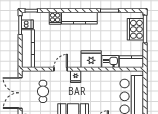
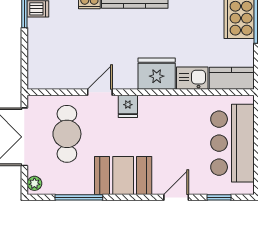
kitchen counter: (28, 49) -> (39, 54), removed
cafe table: (43, 91) -> (67, 134), width x1.37, depth x1.35

